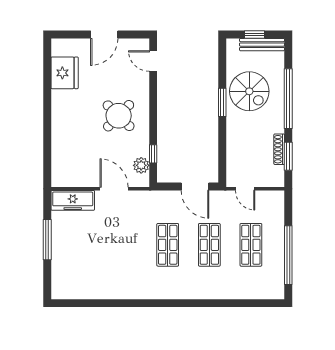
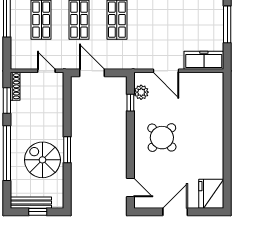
fridge: (65, 73) -> (211, 194), moved
shoe rack: (279, 149) -> (15, 86), moved

